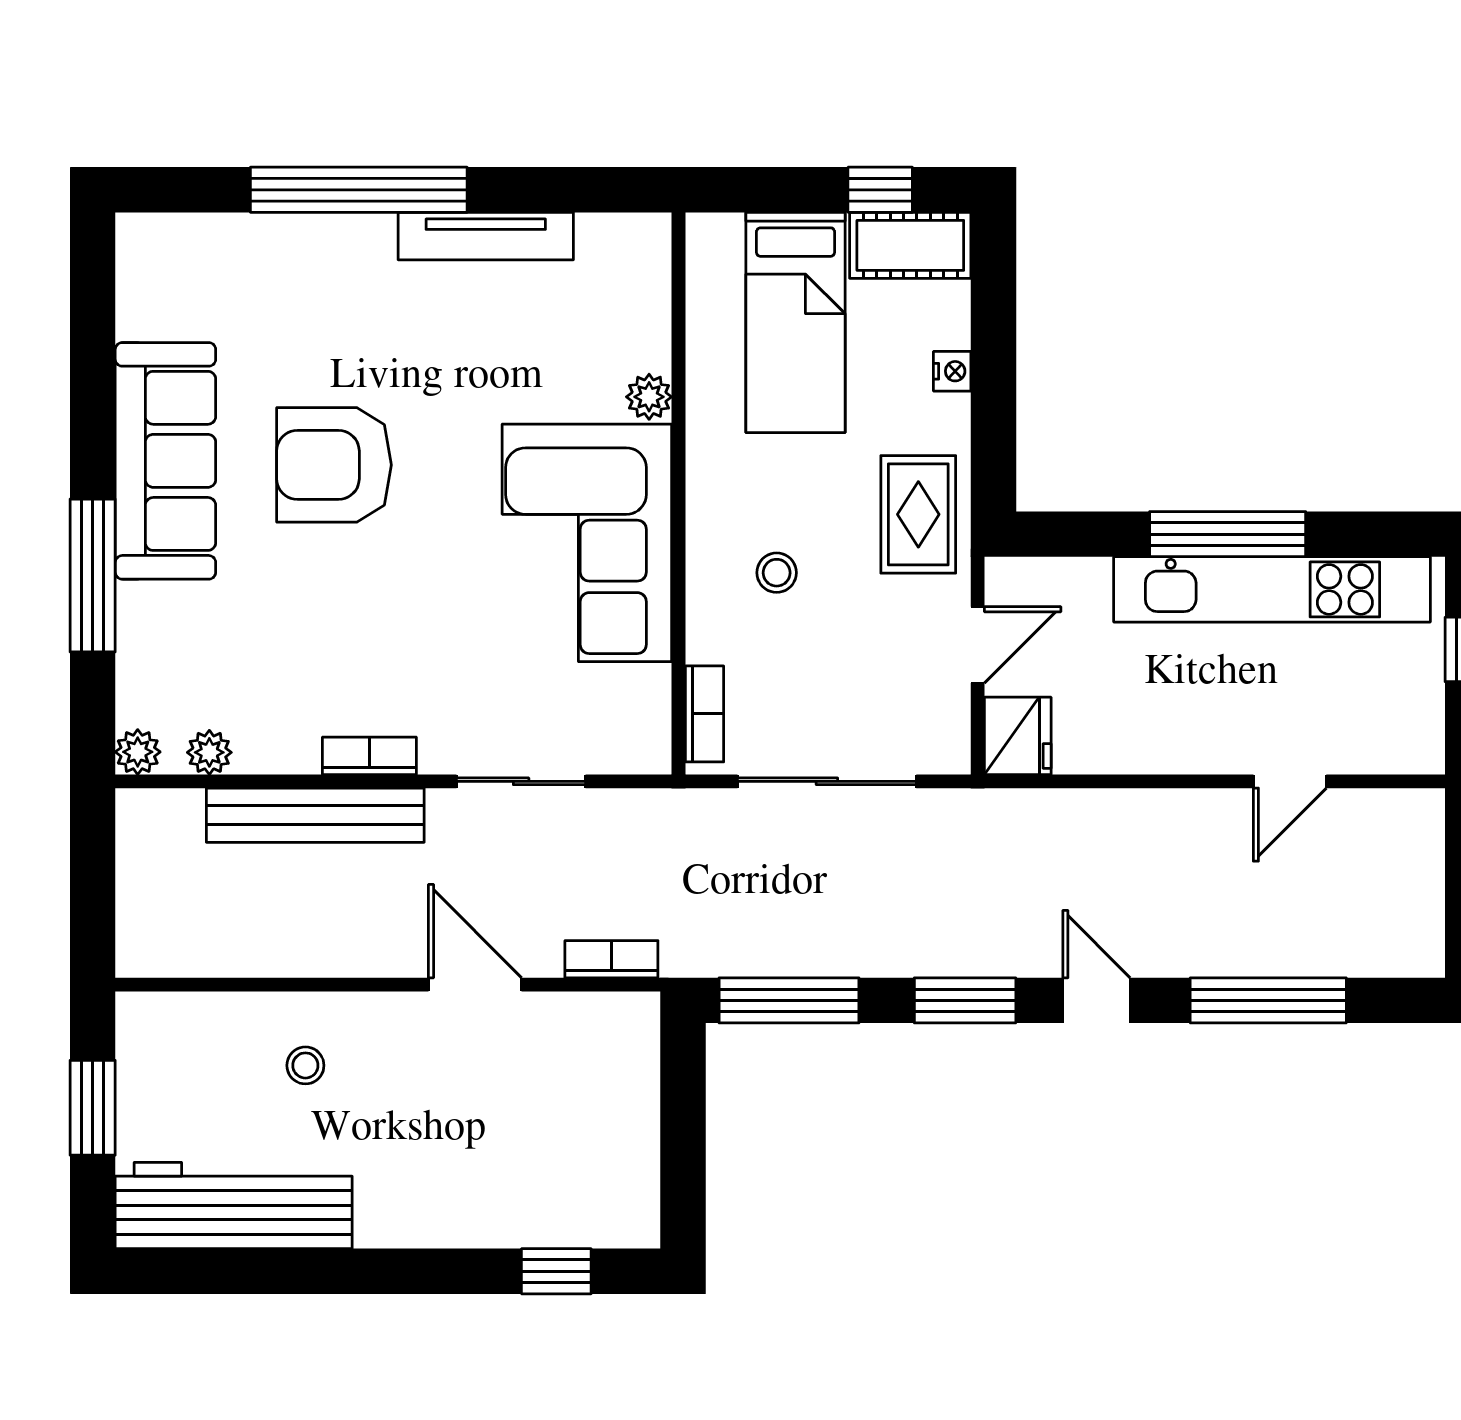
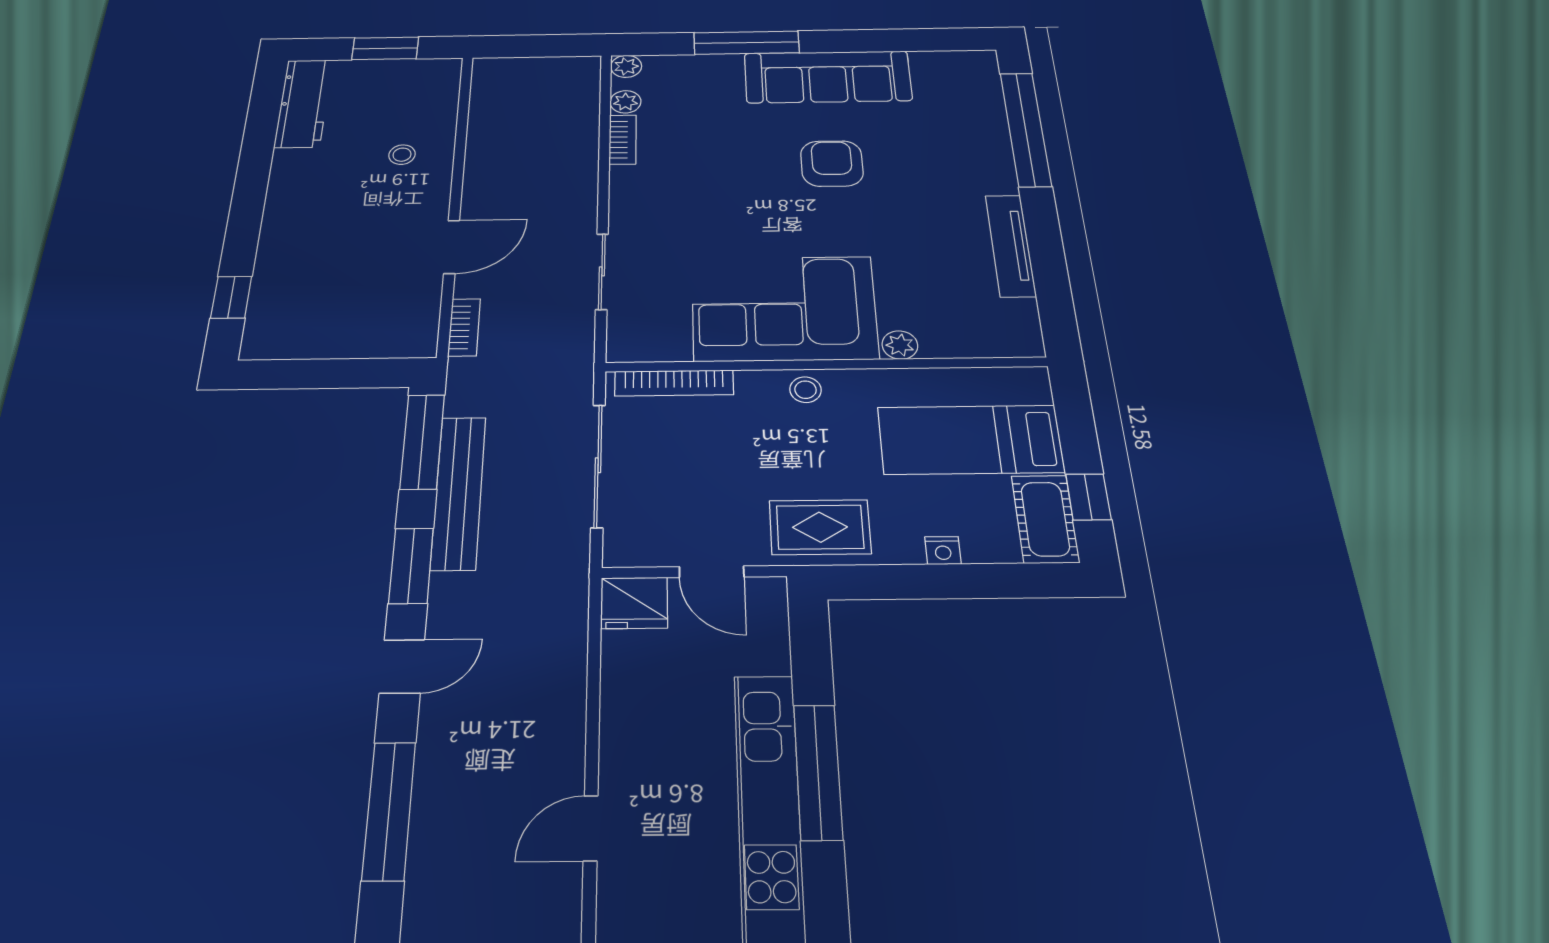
window: (359, 190) -> (1025, 129), moved
armchair: (334, 465) -> (832, 164), width x0.73, depth x0.73
stool: (777, 573) -> (806, 390), moved
bookcase: (704, 714) -> (674, 383), width x1.56
bookcase: (369, 756) -> (623, 140), moved
door: (1290, 781) -> (591, 828), hinge flipped
bench: (315, 815) -> (458, 492), moved
workbench: (234, 1206) -> (304, 103), width x0.73, depth x0.76

